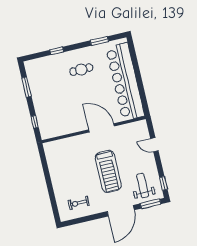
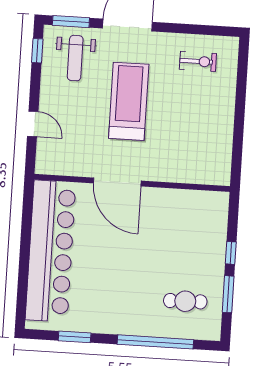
window: (57, 51) -> (155, 342), width x3.17
cafe table: (81, 70) -> (185, 301), moved
window: (35, 122) -> (231, 253), moved

